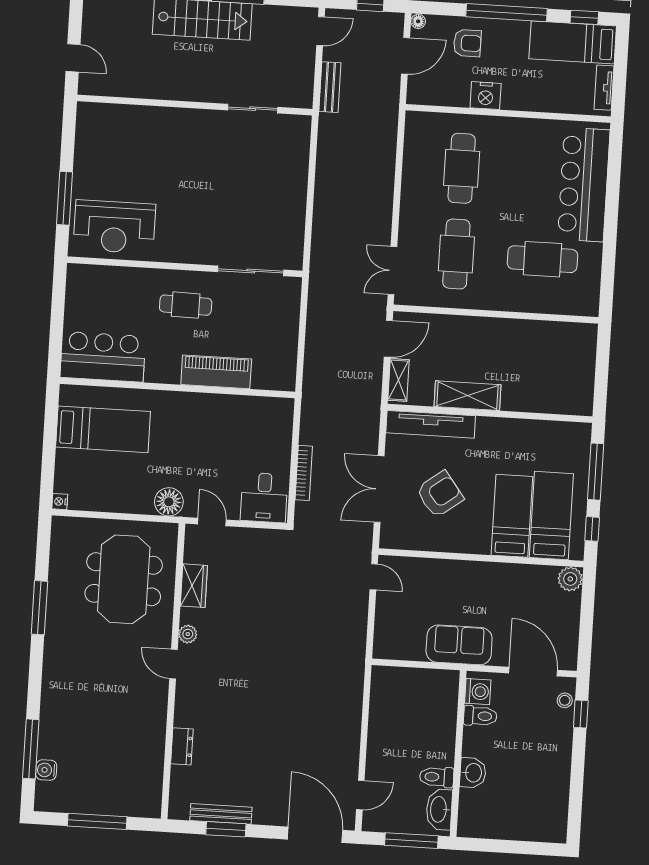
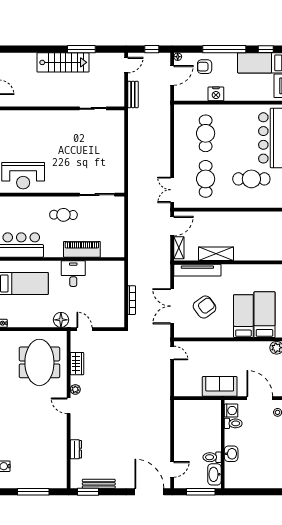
armchair: (467, 43) -> (205, 67), turned 180
desk: (264, 498) -> (73, 274), moved, turned 180
window: (226, 829) -> (88, 492), moved

